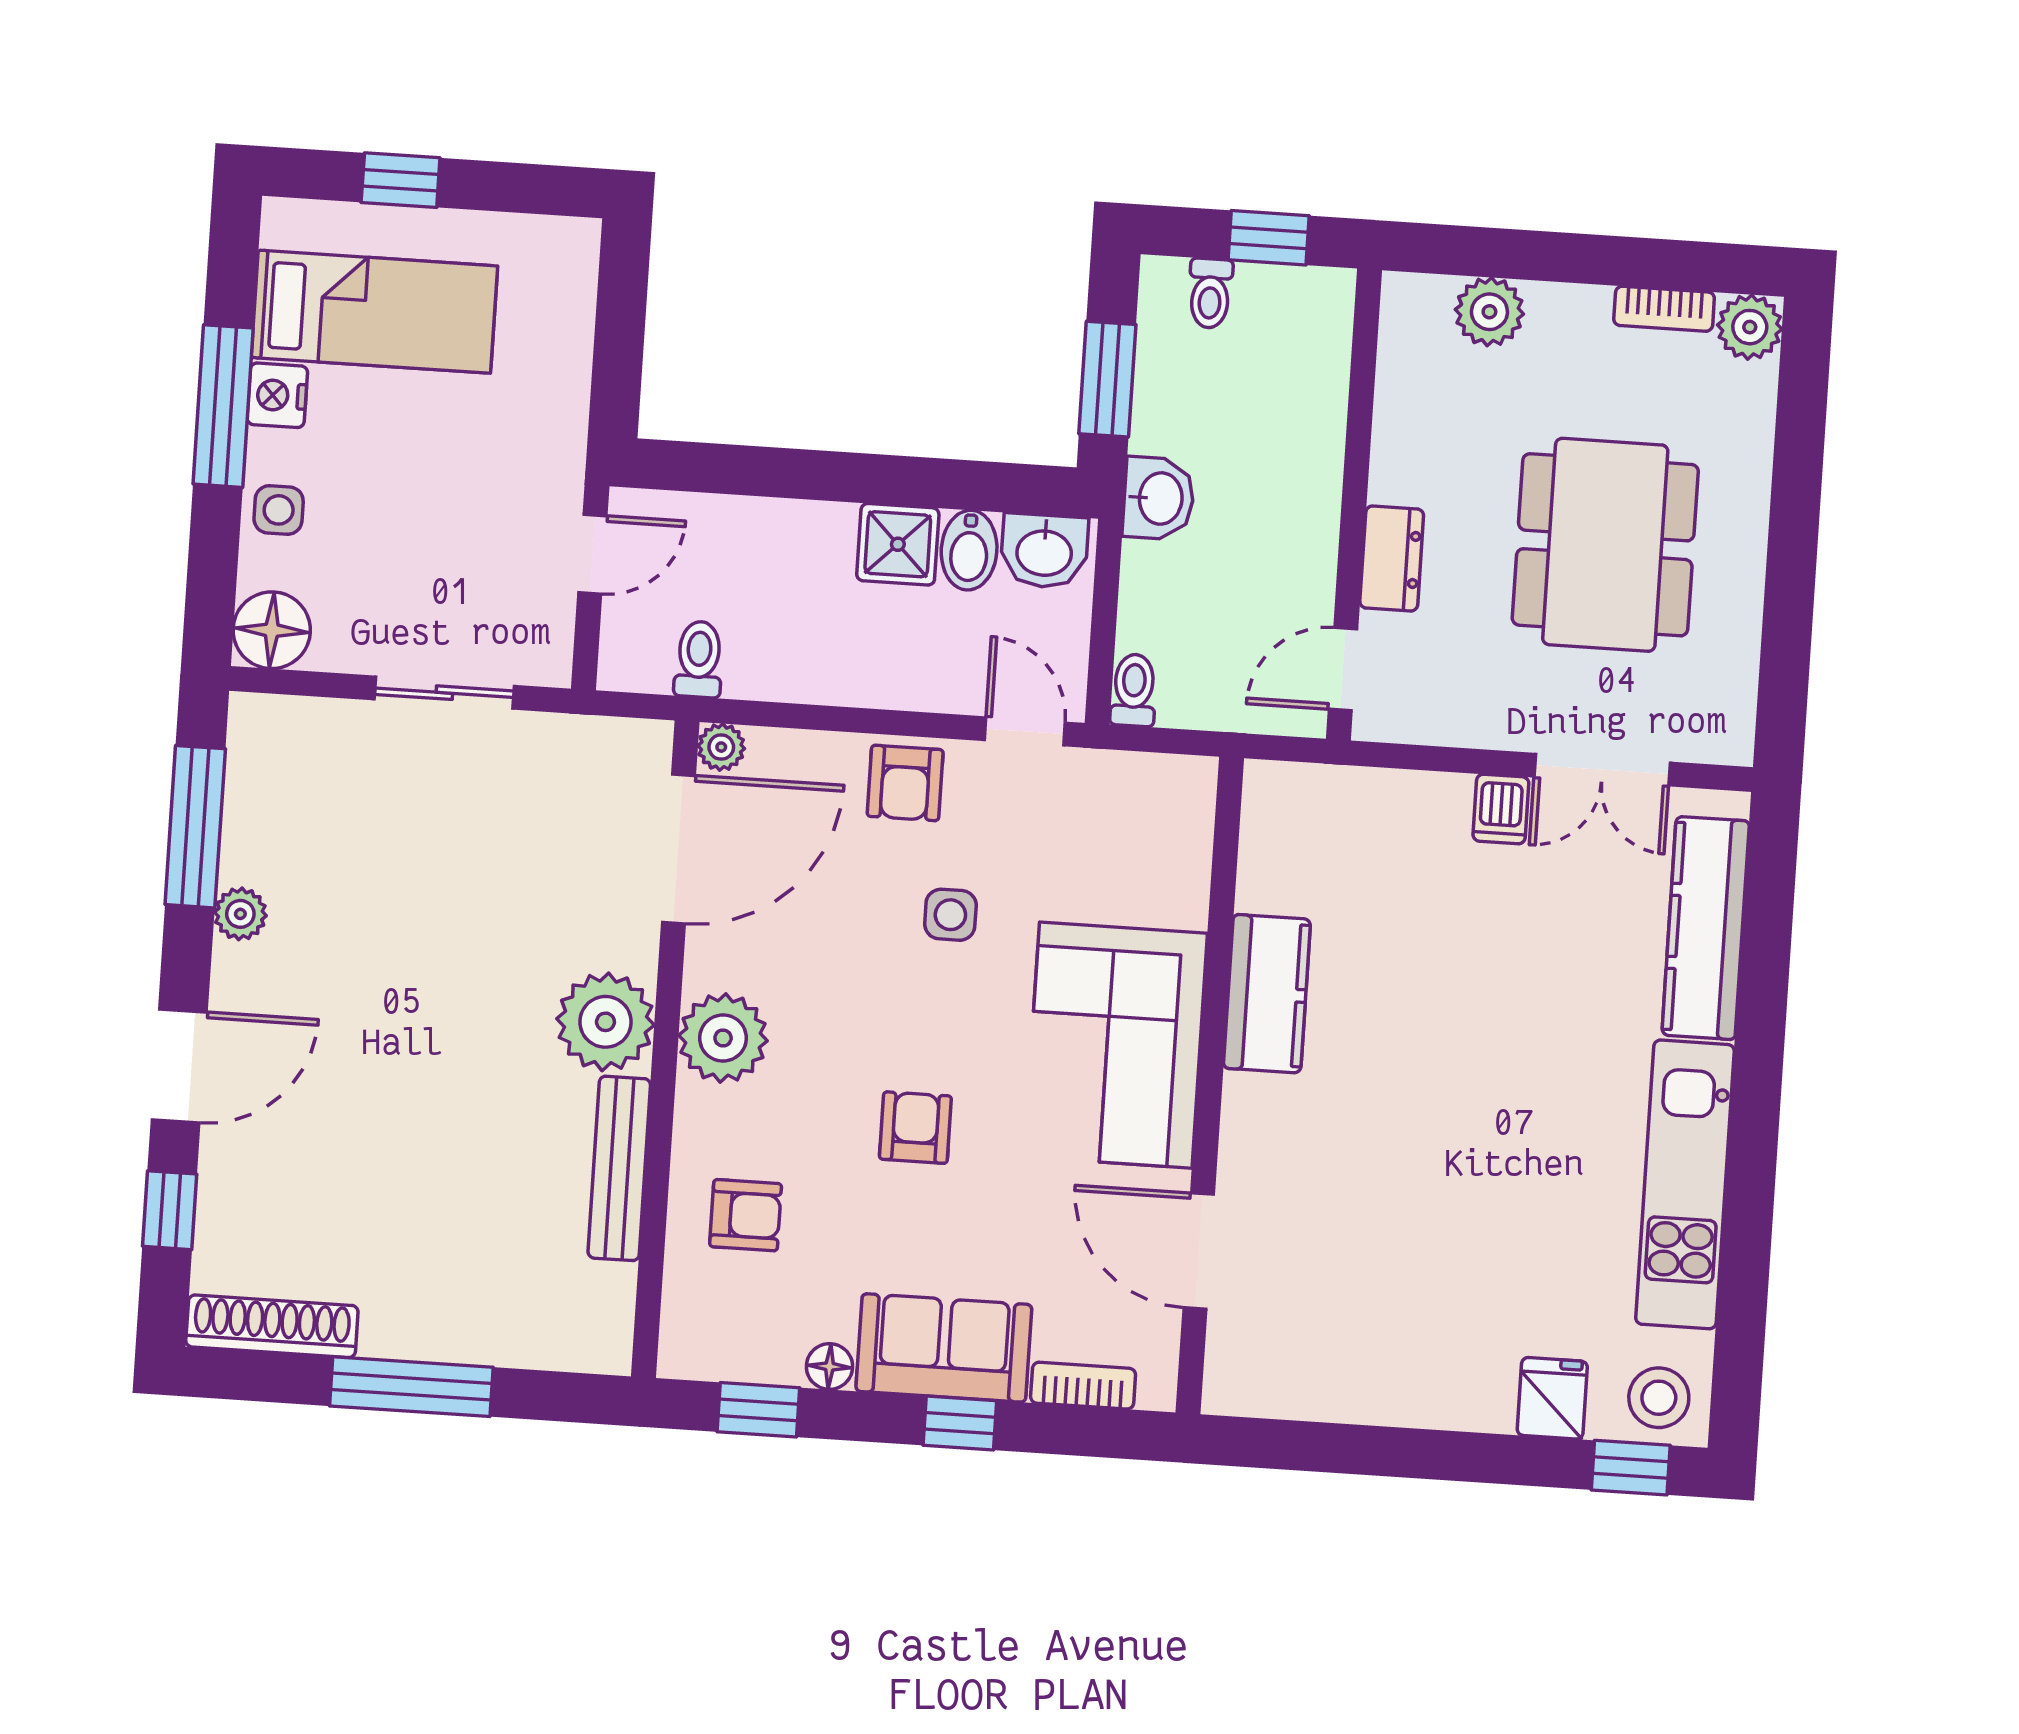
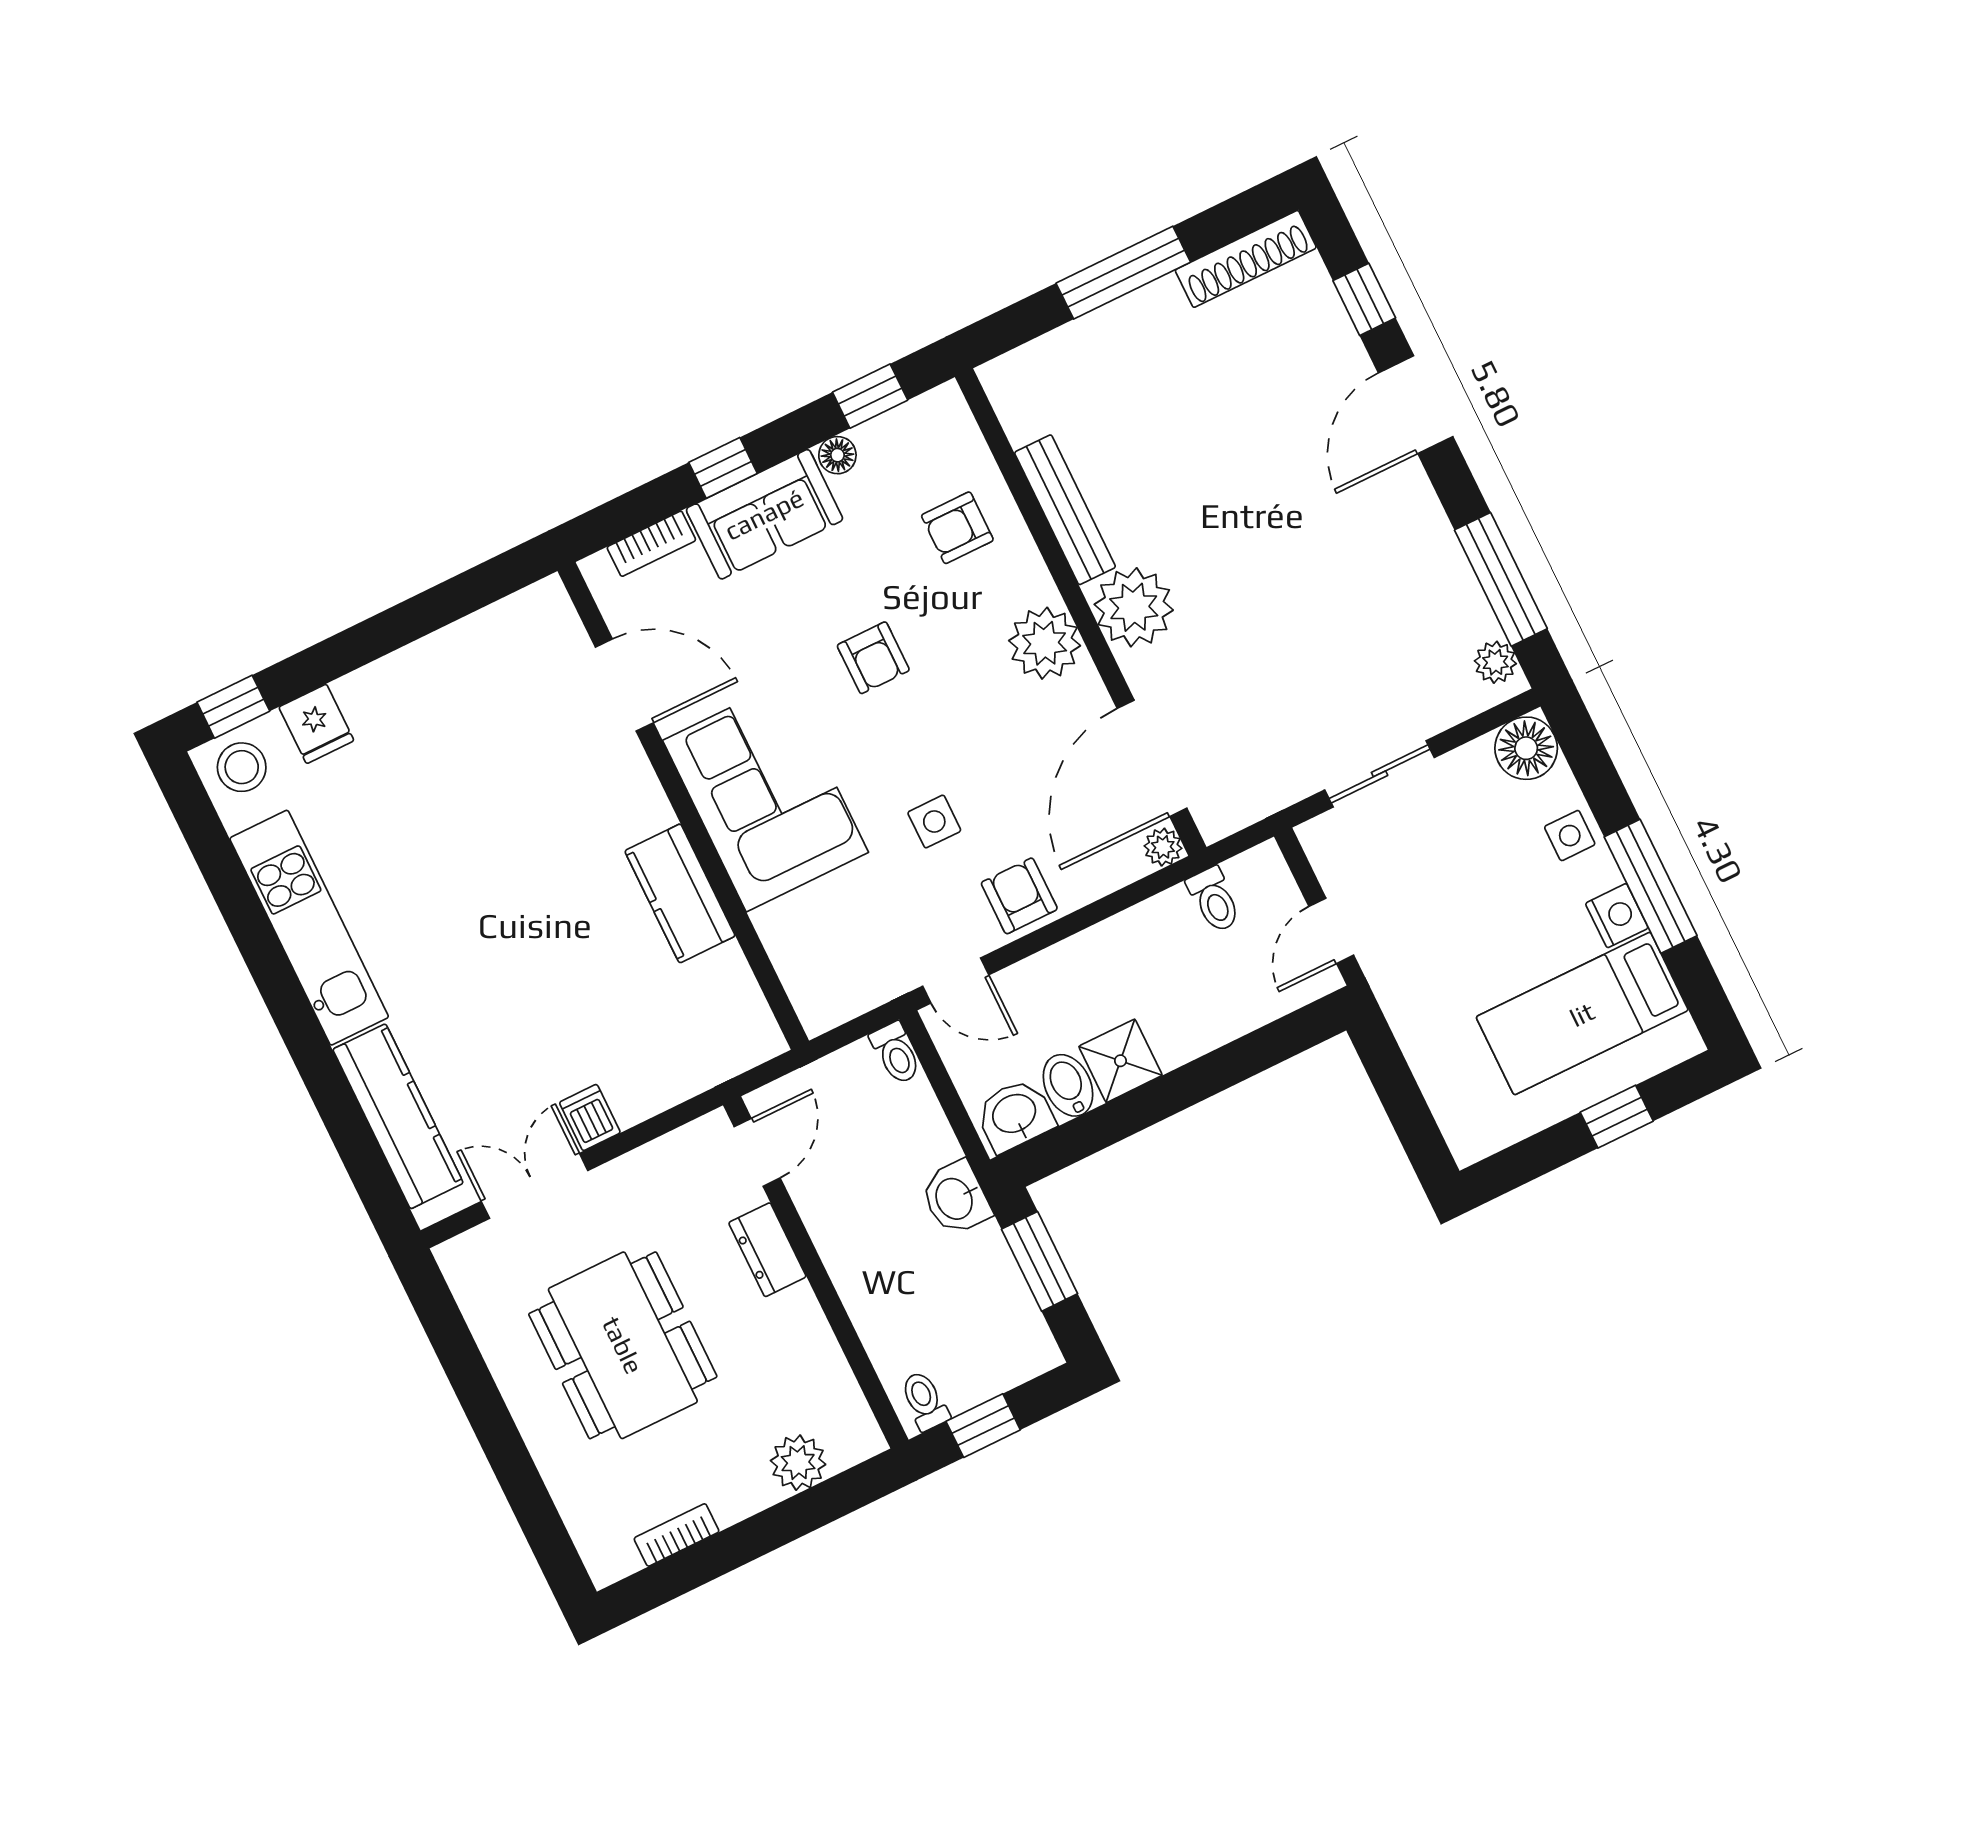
toilet: (1210, 293) -> (925, 1401), moved
plant: (1750, 327) -> (609, 1557), removed
plant: (240, 914) -> (1495, 662), moved

